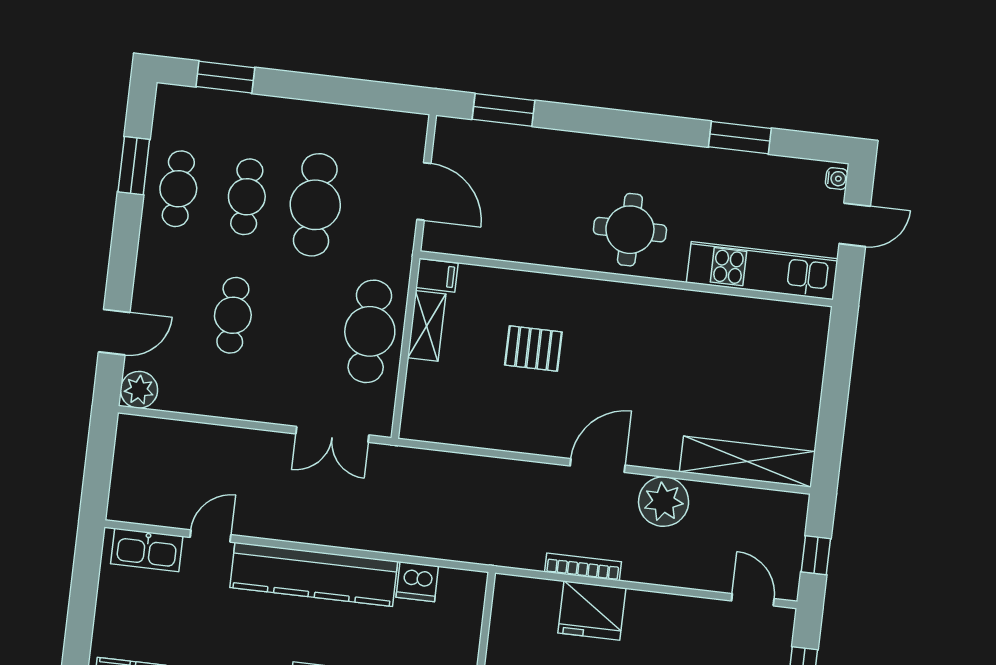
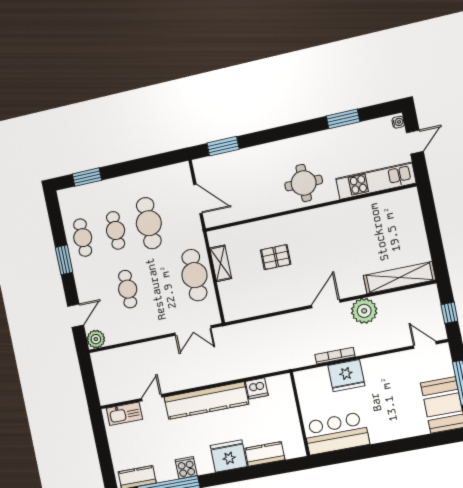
window: (134, 166) -> (64, 260), moved
filing cabinet: (437, 275) -> (218, 237), removed

